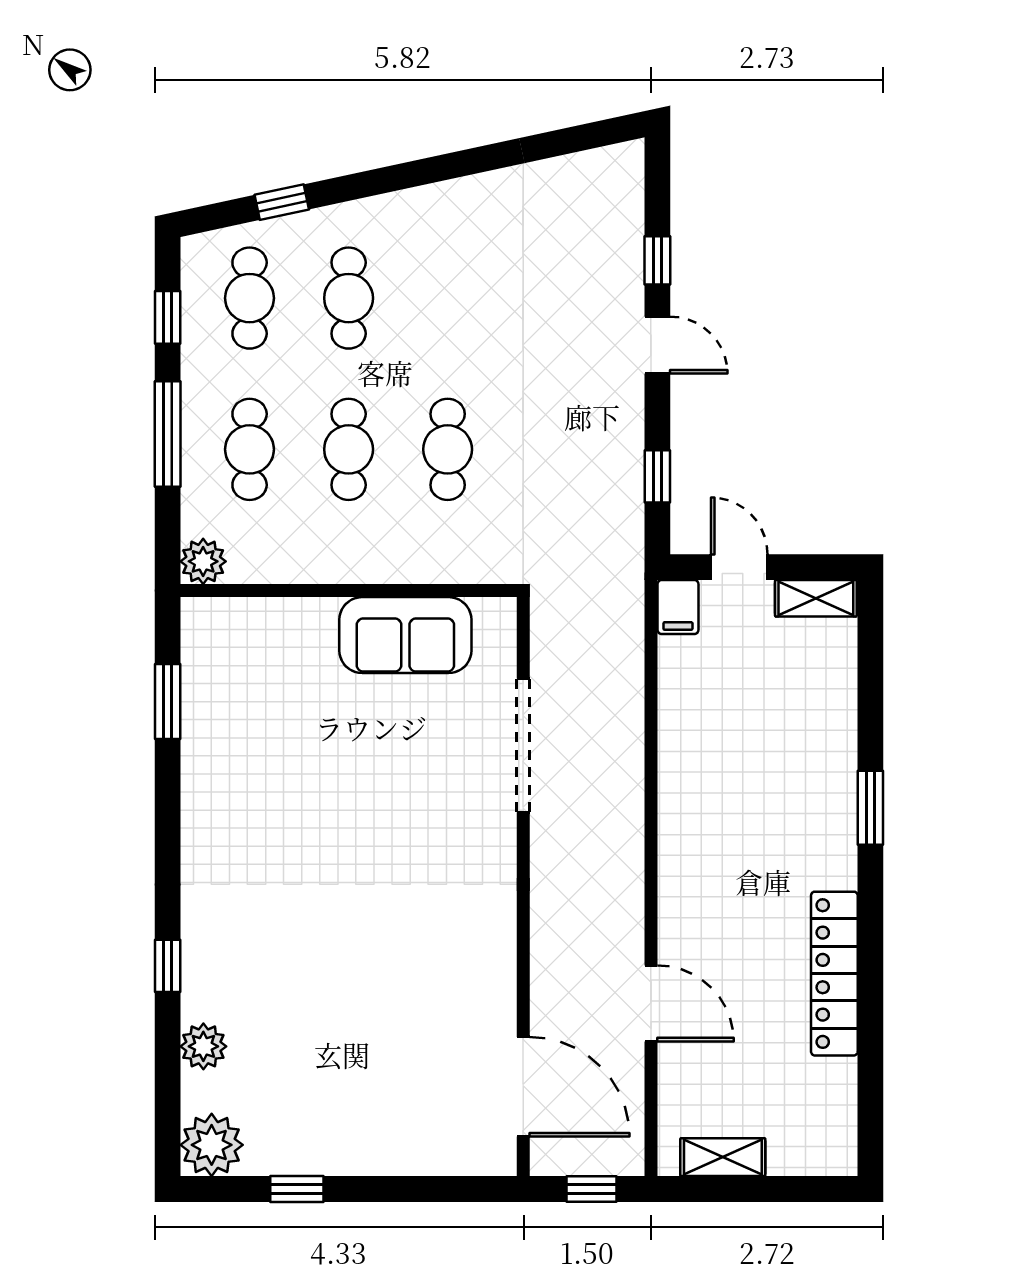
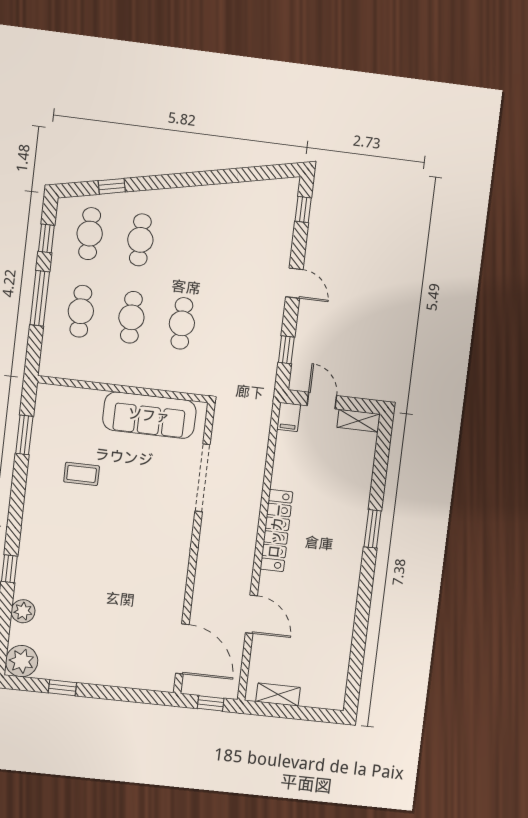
window: (657, 260) -> (303, 210), moved
plant: (203, 561) -> (51, 366), removed
sofa: (405, 635) -> (149, 415), width x1.36
coffee table: (287, 765) -> (82, 474), added
locker: (834, 974) -> (276, 531), moved, turned 180

